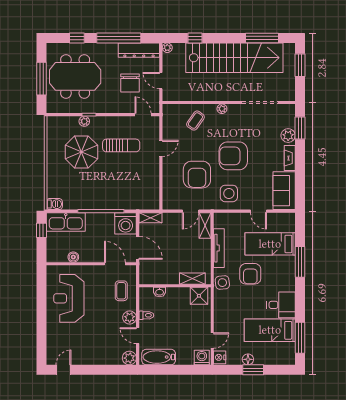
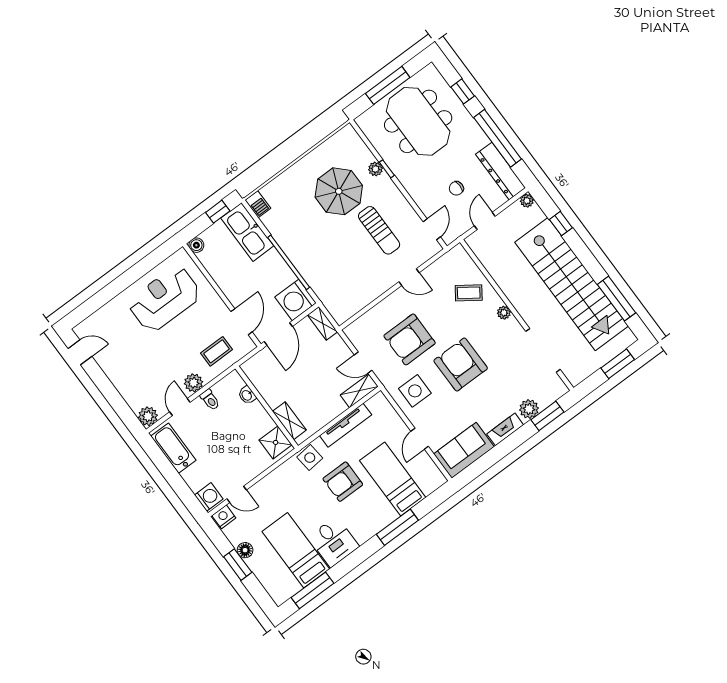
chair: (130, 83) -> (456, 188), width x0.54, depth x0.54
boiler: (73, 257) -> (196, 245), moved

